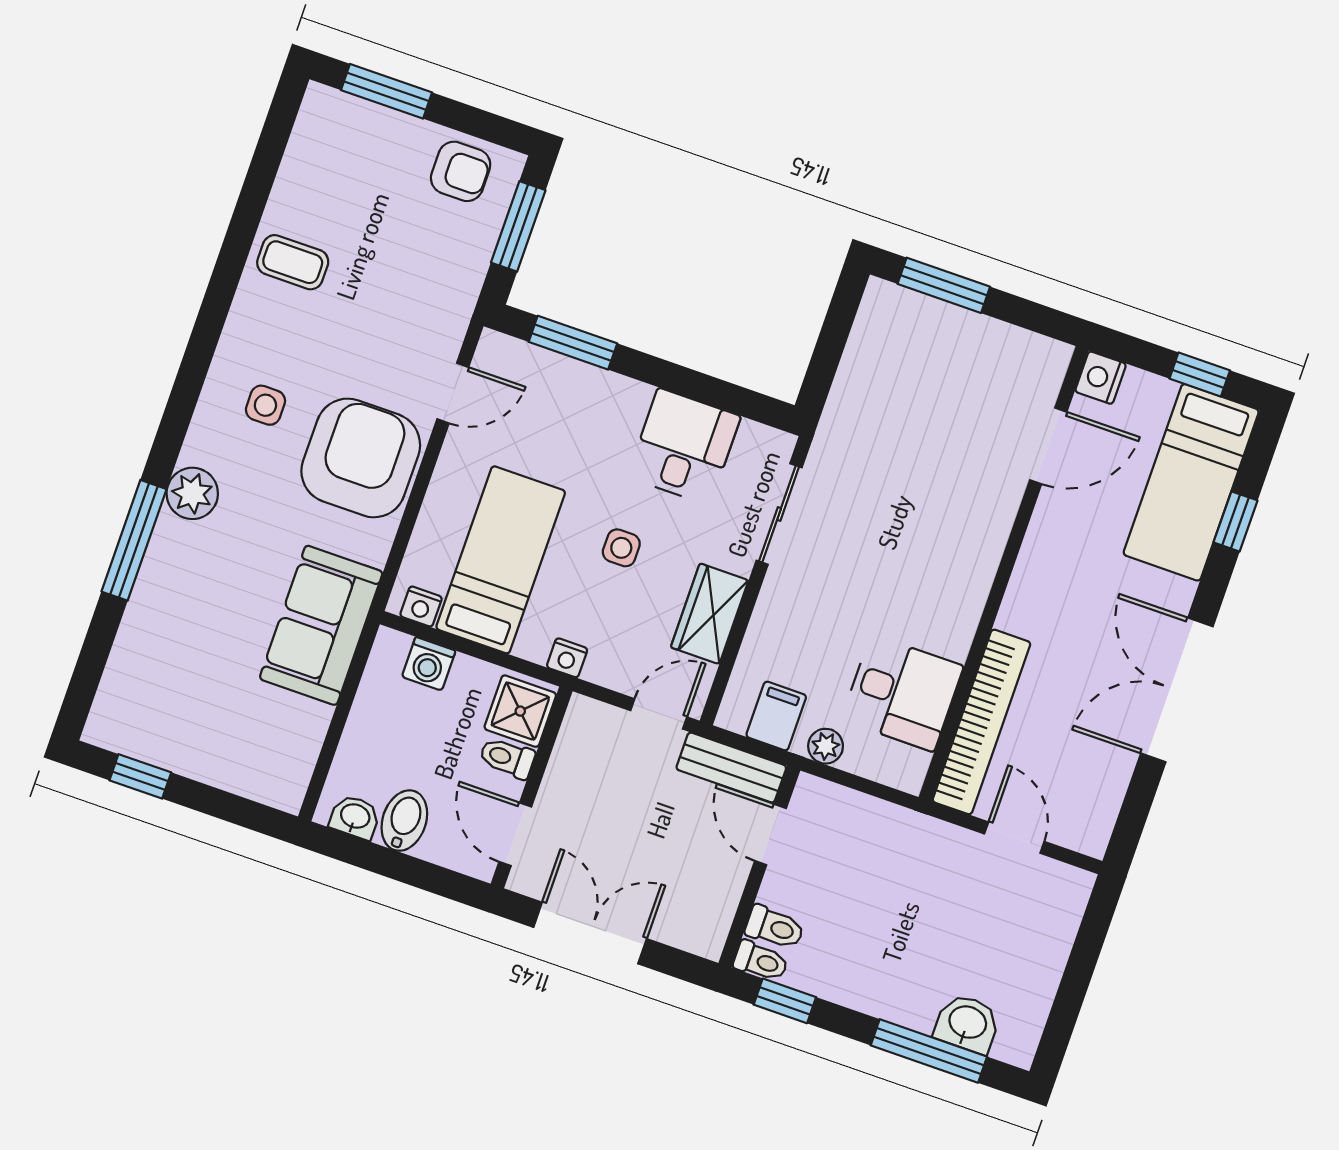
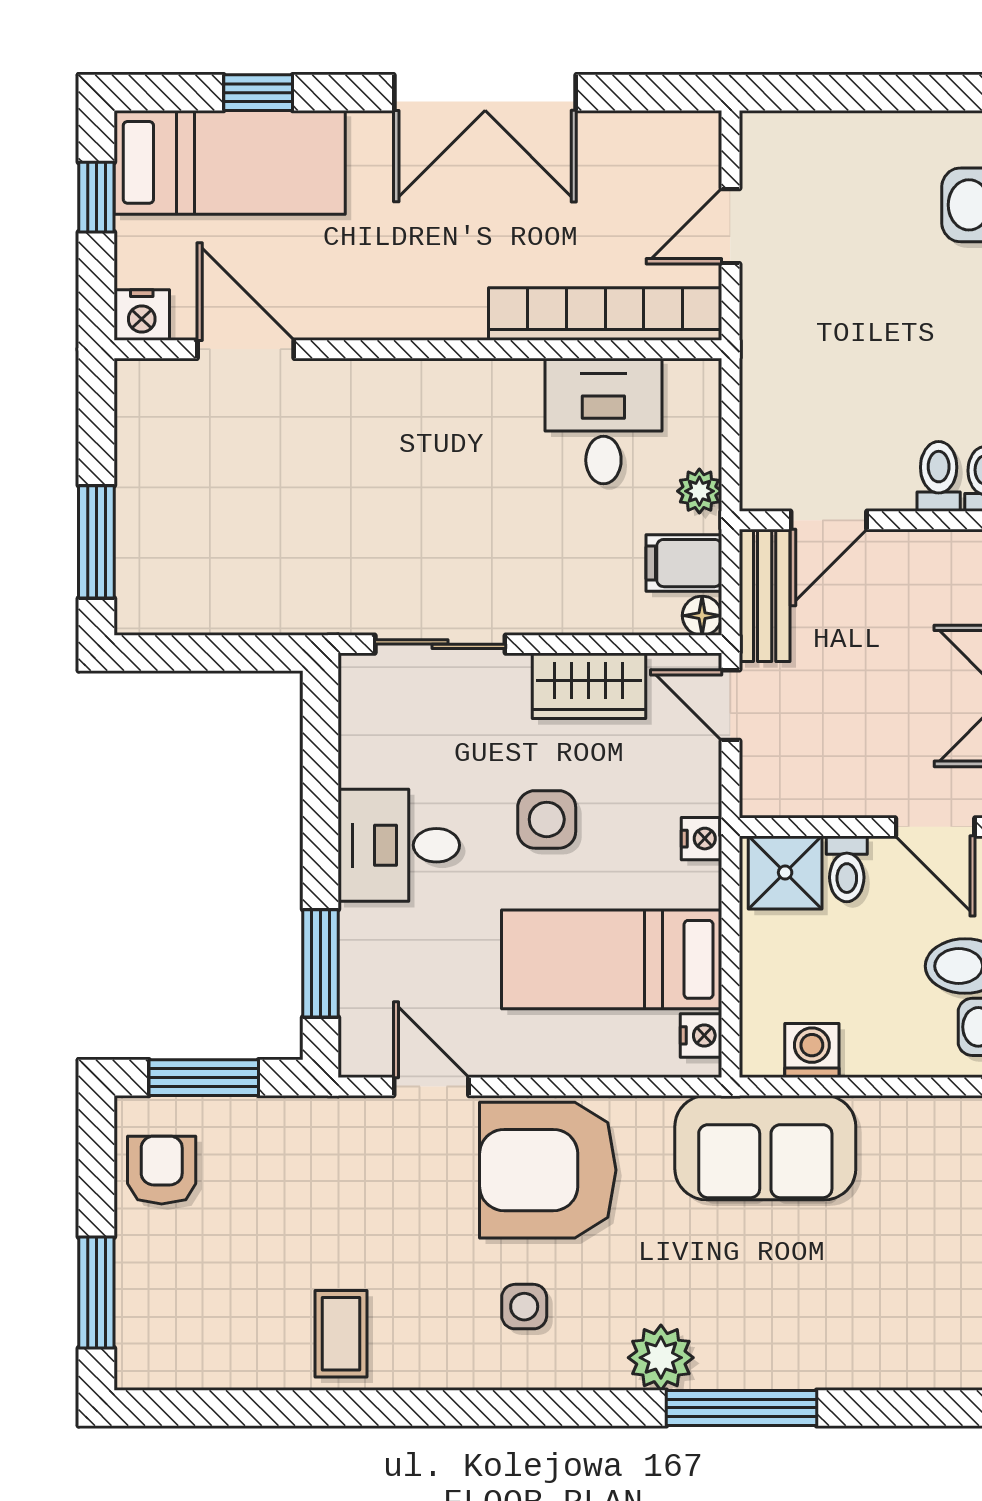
desk: (684, 447) -> (399, 845), moved
side table: (621, 548) -> (547, 819), width x1.37, depth x1.37
washing machine: (429, 664) -> (812, 1051), moved, turned -90
floor lamp: (732, 716) -> (702, 616), added
door: (515, 834) -> (935, 827), hinge flipped

